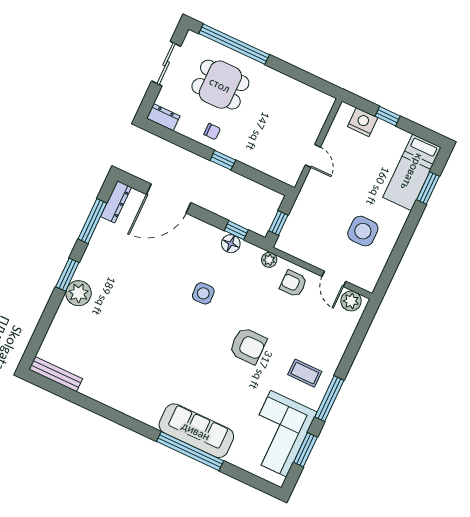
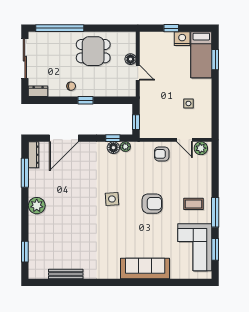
sliding door: (166, 64) -> (25, 59), width x1.37
dining table: (220, 85) -> (93, 51), moved
nightstand: (363, 122) -> (182, 39), moved
floor lamp: (312, 133) -> (130, 59), added
side table: (363, 231) -> (188, 103), width x0.54, depth x0.54
plant: (269, 260) -> (125, 147), moved
window: (67, 275) -> (25, 252), moved
plant: (79, 293) -> (37, 206), moved
side table: (203, 293) -> (112, 199), moved
bench: (56, 374) -> (66, 274), moved
window: (190, 451) -> (147, 282), removed

